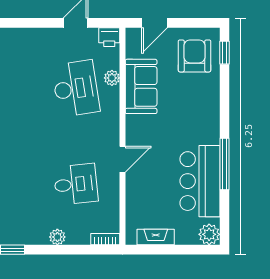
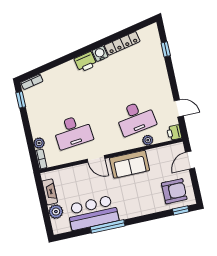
door: (155, 23) -> (190, 160), hinge flipped
sofa: (141, 86) -> (130, 164), moved
desk: (76, 184) -> (73, 132), width x1.37
plant: (209, 234) -> (56, 212), moved
plant: (57, 237) -> (39, 143), moved

